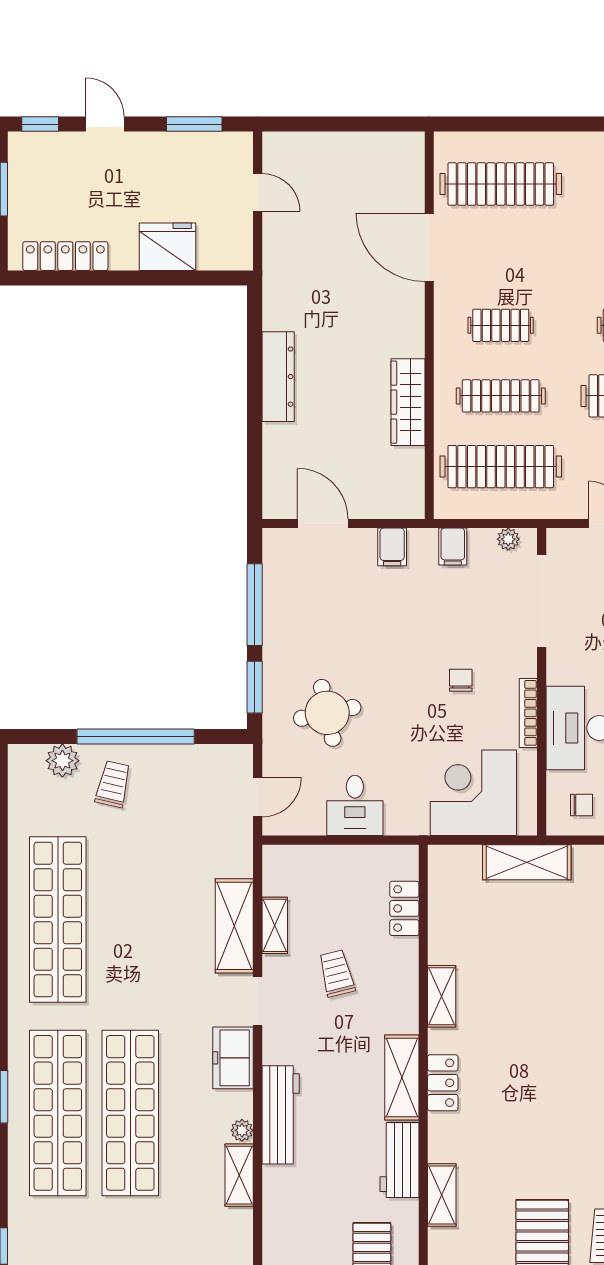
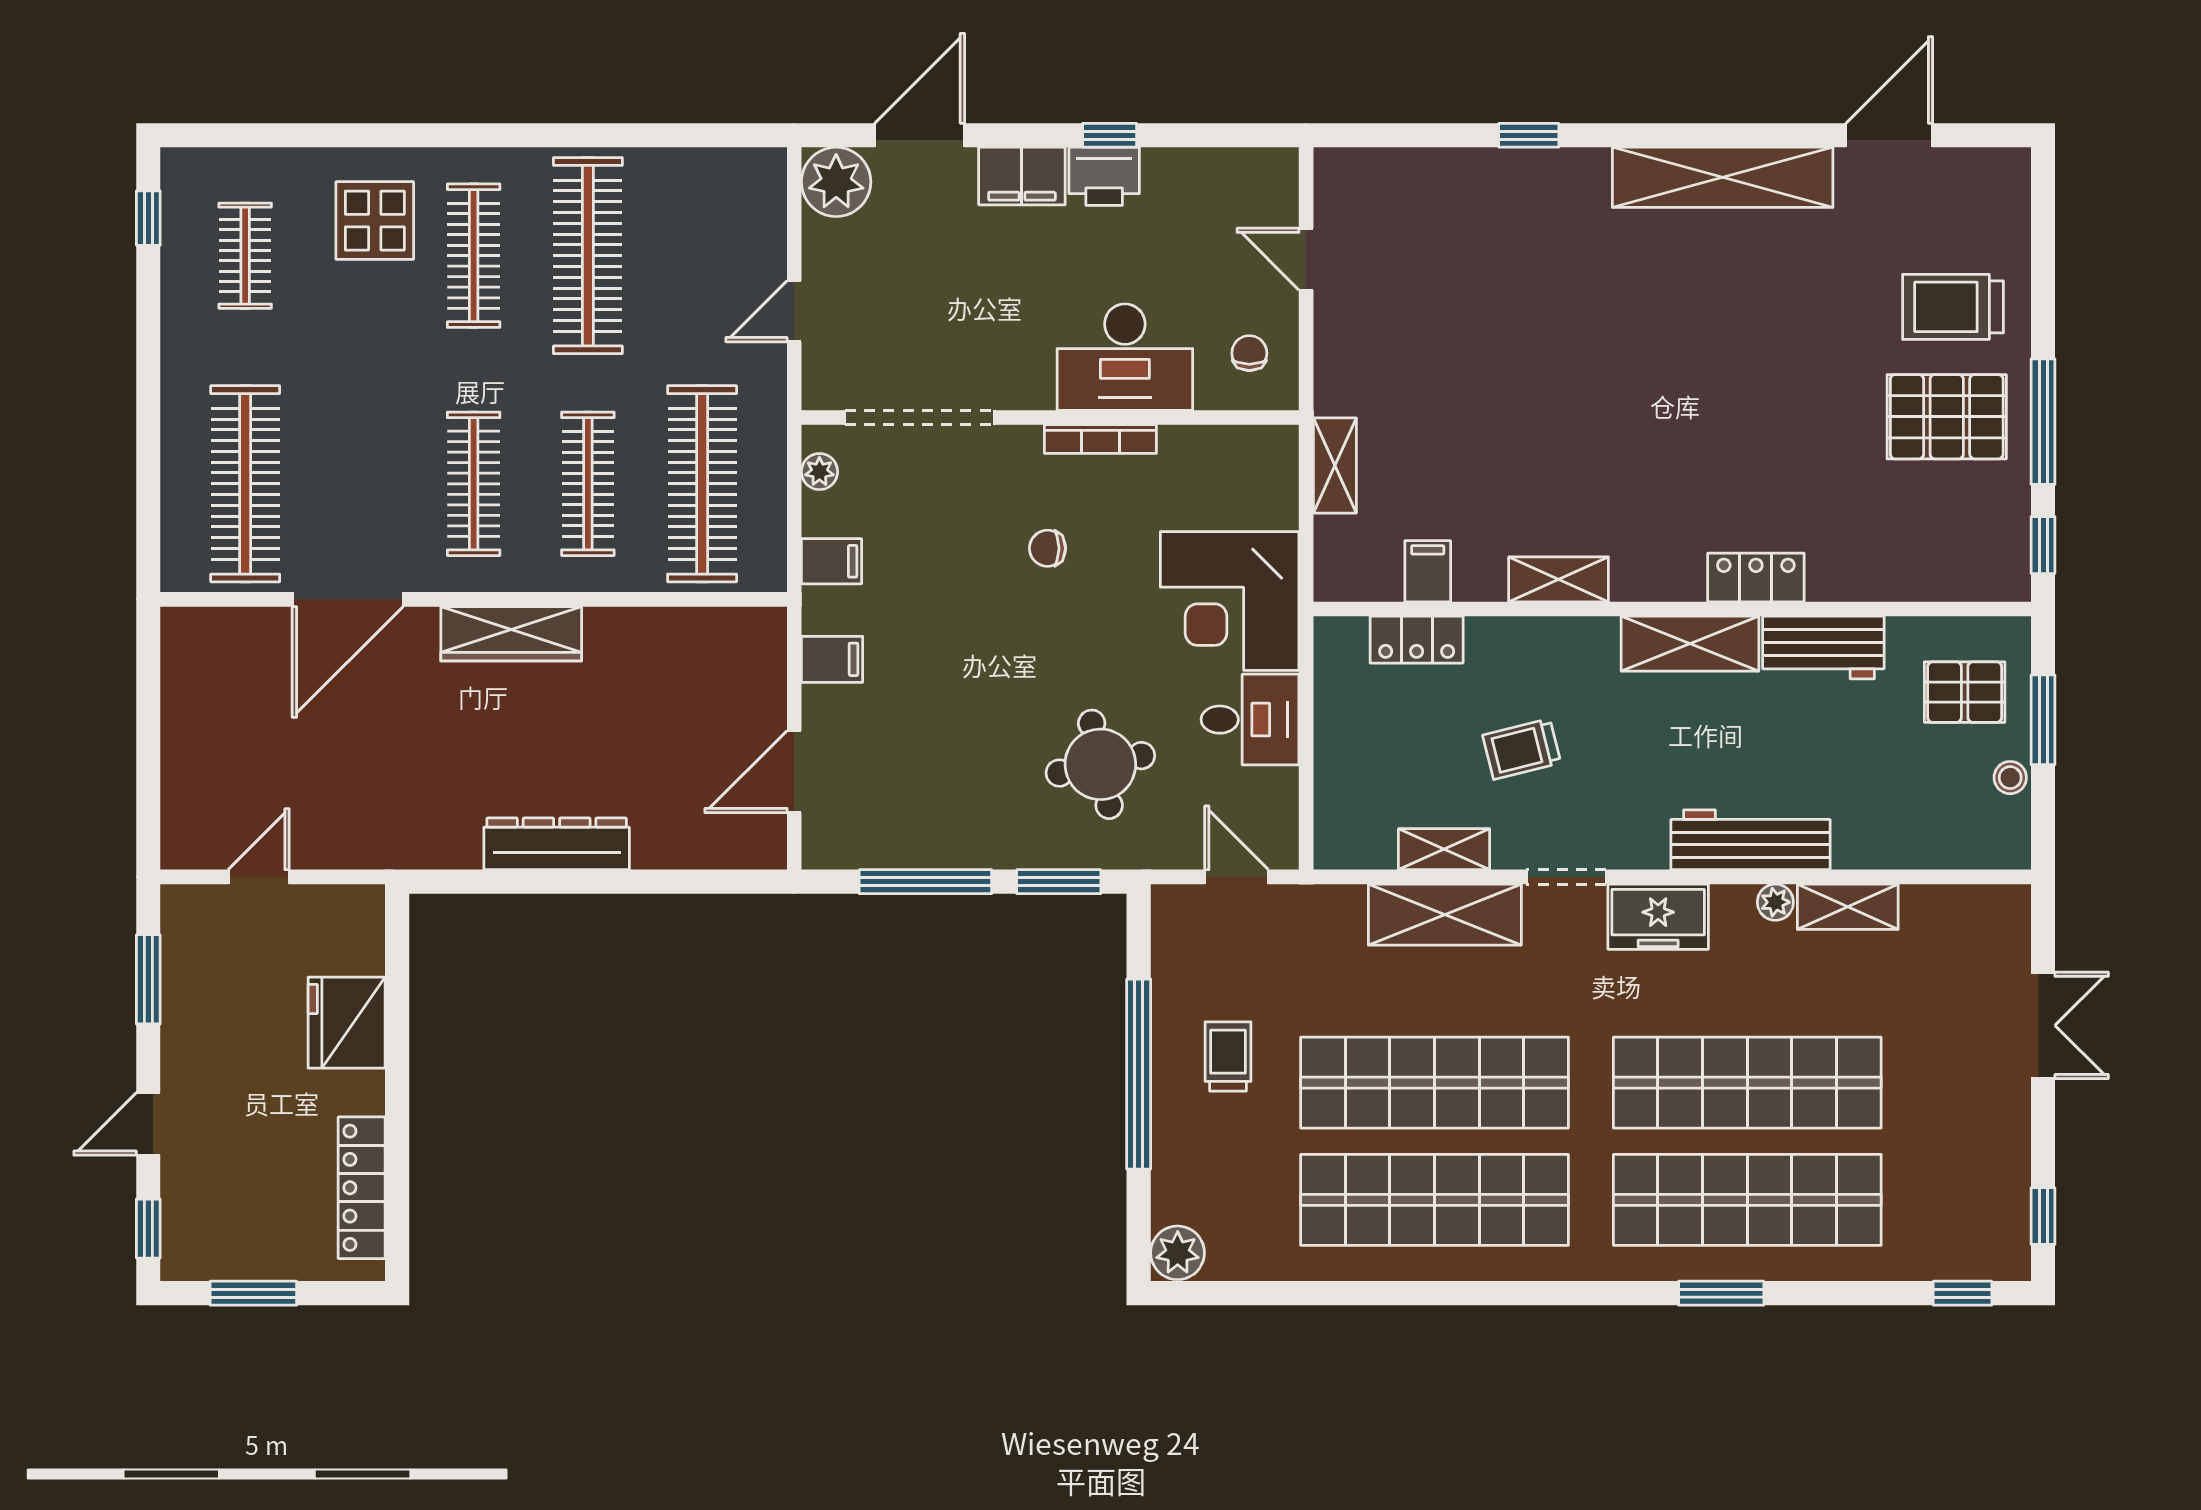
clothes rail: (501, 325) -> (474, 484), width x1.36
wardrobe: (408, 402) -> (511, 634), moved
plant: (62, 761) -> (1178, 1253), moved
trolley: (113, 784) -> (1228, 1056), moved, turned 77
corner desk: (473, 793) -> (1230, 601), moved
shelving: (527, 862) -> (1335, 465), width x0.67, depth x0.75
filing cabinet: (447, 915) -> (1428, 571), added
shop shelf: (130, 920) -> (1434, 1083), added
locker: (443, 1083) -> (1756, 577), moved
shelving: (442, 1195) -> (1880, 579), removed

